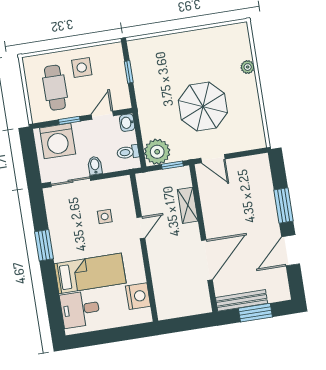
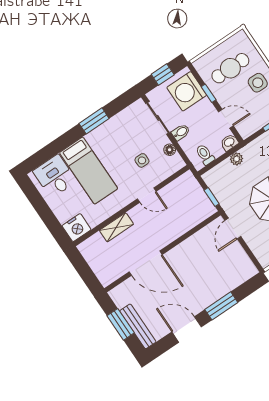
plant: (157, 152) -> (236, 159), moved, width x0.53, depth x0.53
window: (30, 157) -> (163, 75), added
floor lamp: (107, 185) -> (170, 150), added
shelving: (188, 205) -> (116, 227), moved
nightstand: (138, 296) -> (77, 228), moved
bench: (242, 300) -> (138, 326), moved

